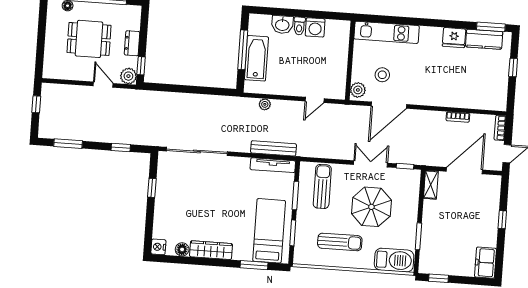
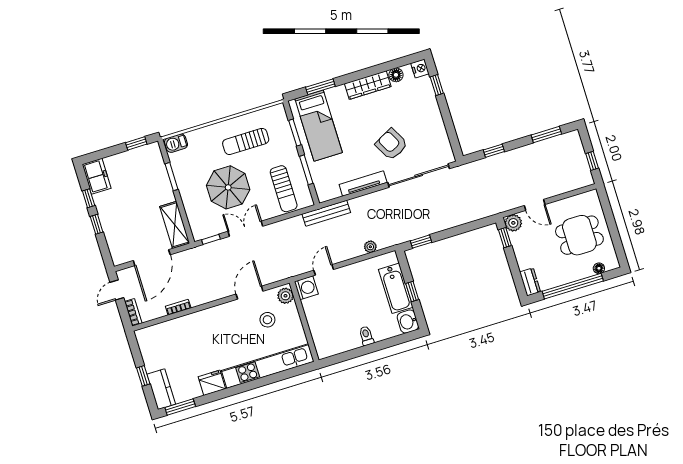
washbasin: (282, 25) -> (408, 322), moved, turned -90
washing machine: (315, 27) -> (306, 288), moved, turned 90
kitchen unit: (387, 32) -> (268, 366), width x1.36
dining table: (89, 39) -> (579, 235), moved
kitchen counter: (484, 39) -> (161, 389), moved, turned 90
dresser: (132, 43) -> (530, 282), moved
window: (243, 50) -> (412, 291), width x0.46
window: (218, 91) -> (421, 242), added
door: (389, 105) -> (250, 293), width x0.73
bench: (273, 148) -> (326, 213), moved
double door: (370, 164) -> (245, 229), swing flipped
tv unit: (273, 165) -> (363, 184), moved
shelving: (431, 185) -> (175, 225), width x1.50, depth x1.33
window: (152, 188) -> (437, 85), moved
armchair: (210, 189) -> (391, 144), added
window: (500, 246) -> (89, 198), added
barbecue: (394, 260) -> (176, 143), width x0.53, depth x0.65

